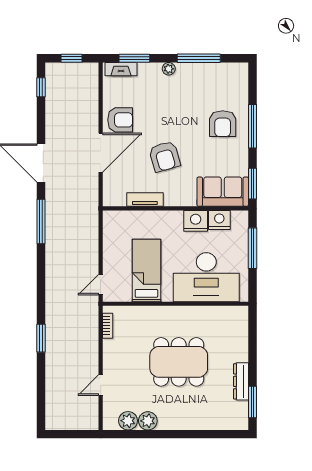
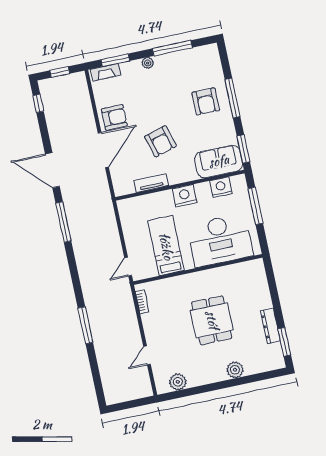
nightstand: (196, 221) -> (185, 196), moved
window: (41, 338) -> (85, 325), width x1.44
dining table: (179, 362) -> (212, 320), width x0.73
plant: (148, 421) -> (235, 370), moved

